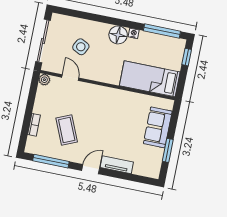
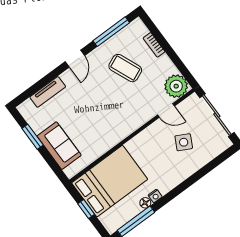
floor lamp: (118, 35) -> (145, 203), moved, width x0.53, depth x0.53
window: (187, 57) -> (86, 209), moved
bed: (150, 79) -> (110, 181), width x1.50
plant: (44, 80) -> (176, 86), width x1.88, depth x1.88
tv unit: (117, 165) -> (48, 92), moved

